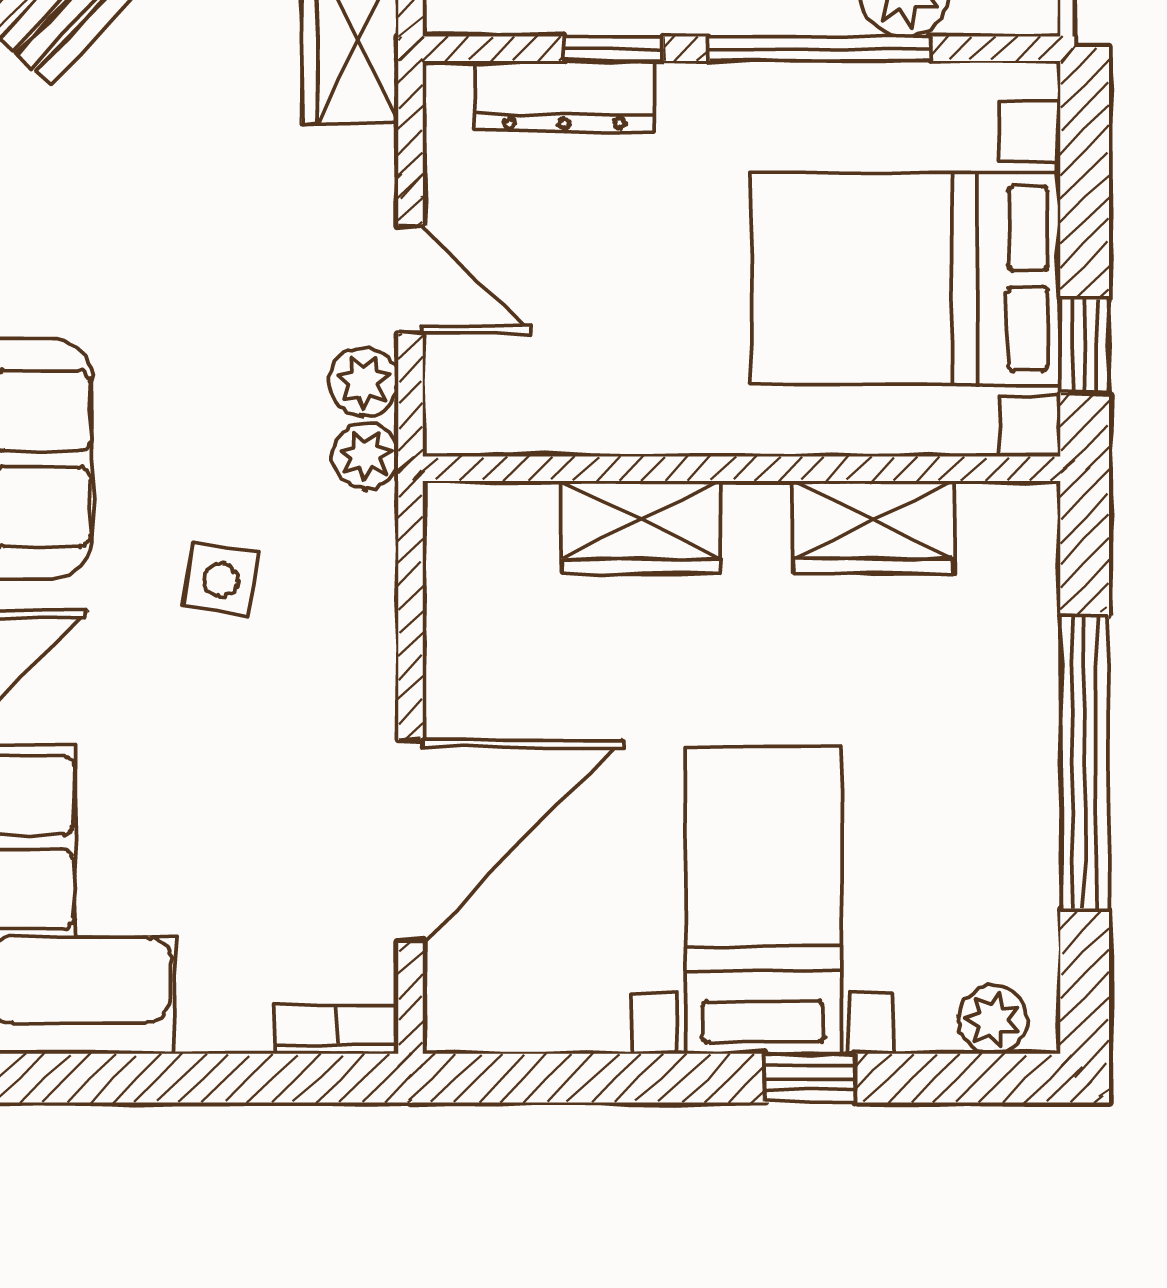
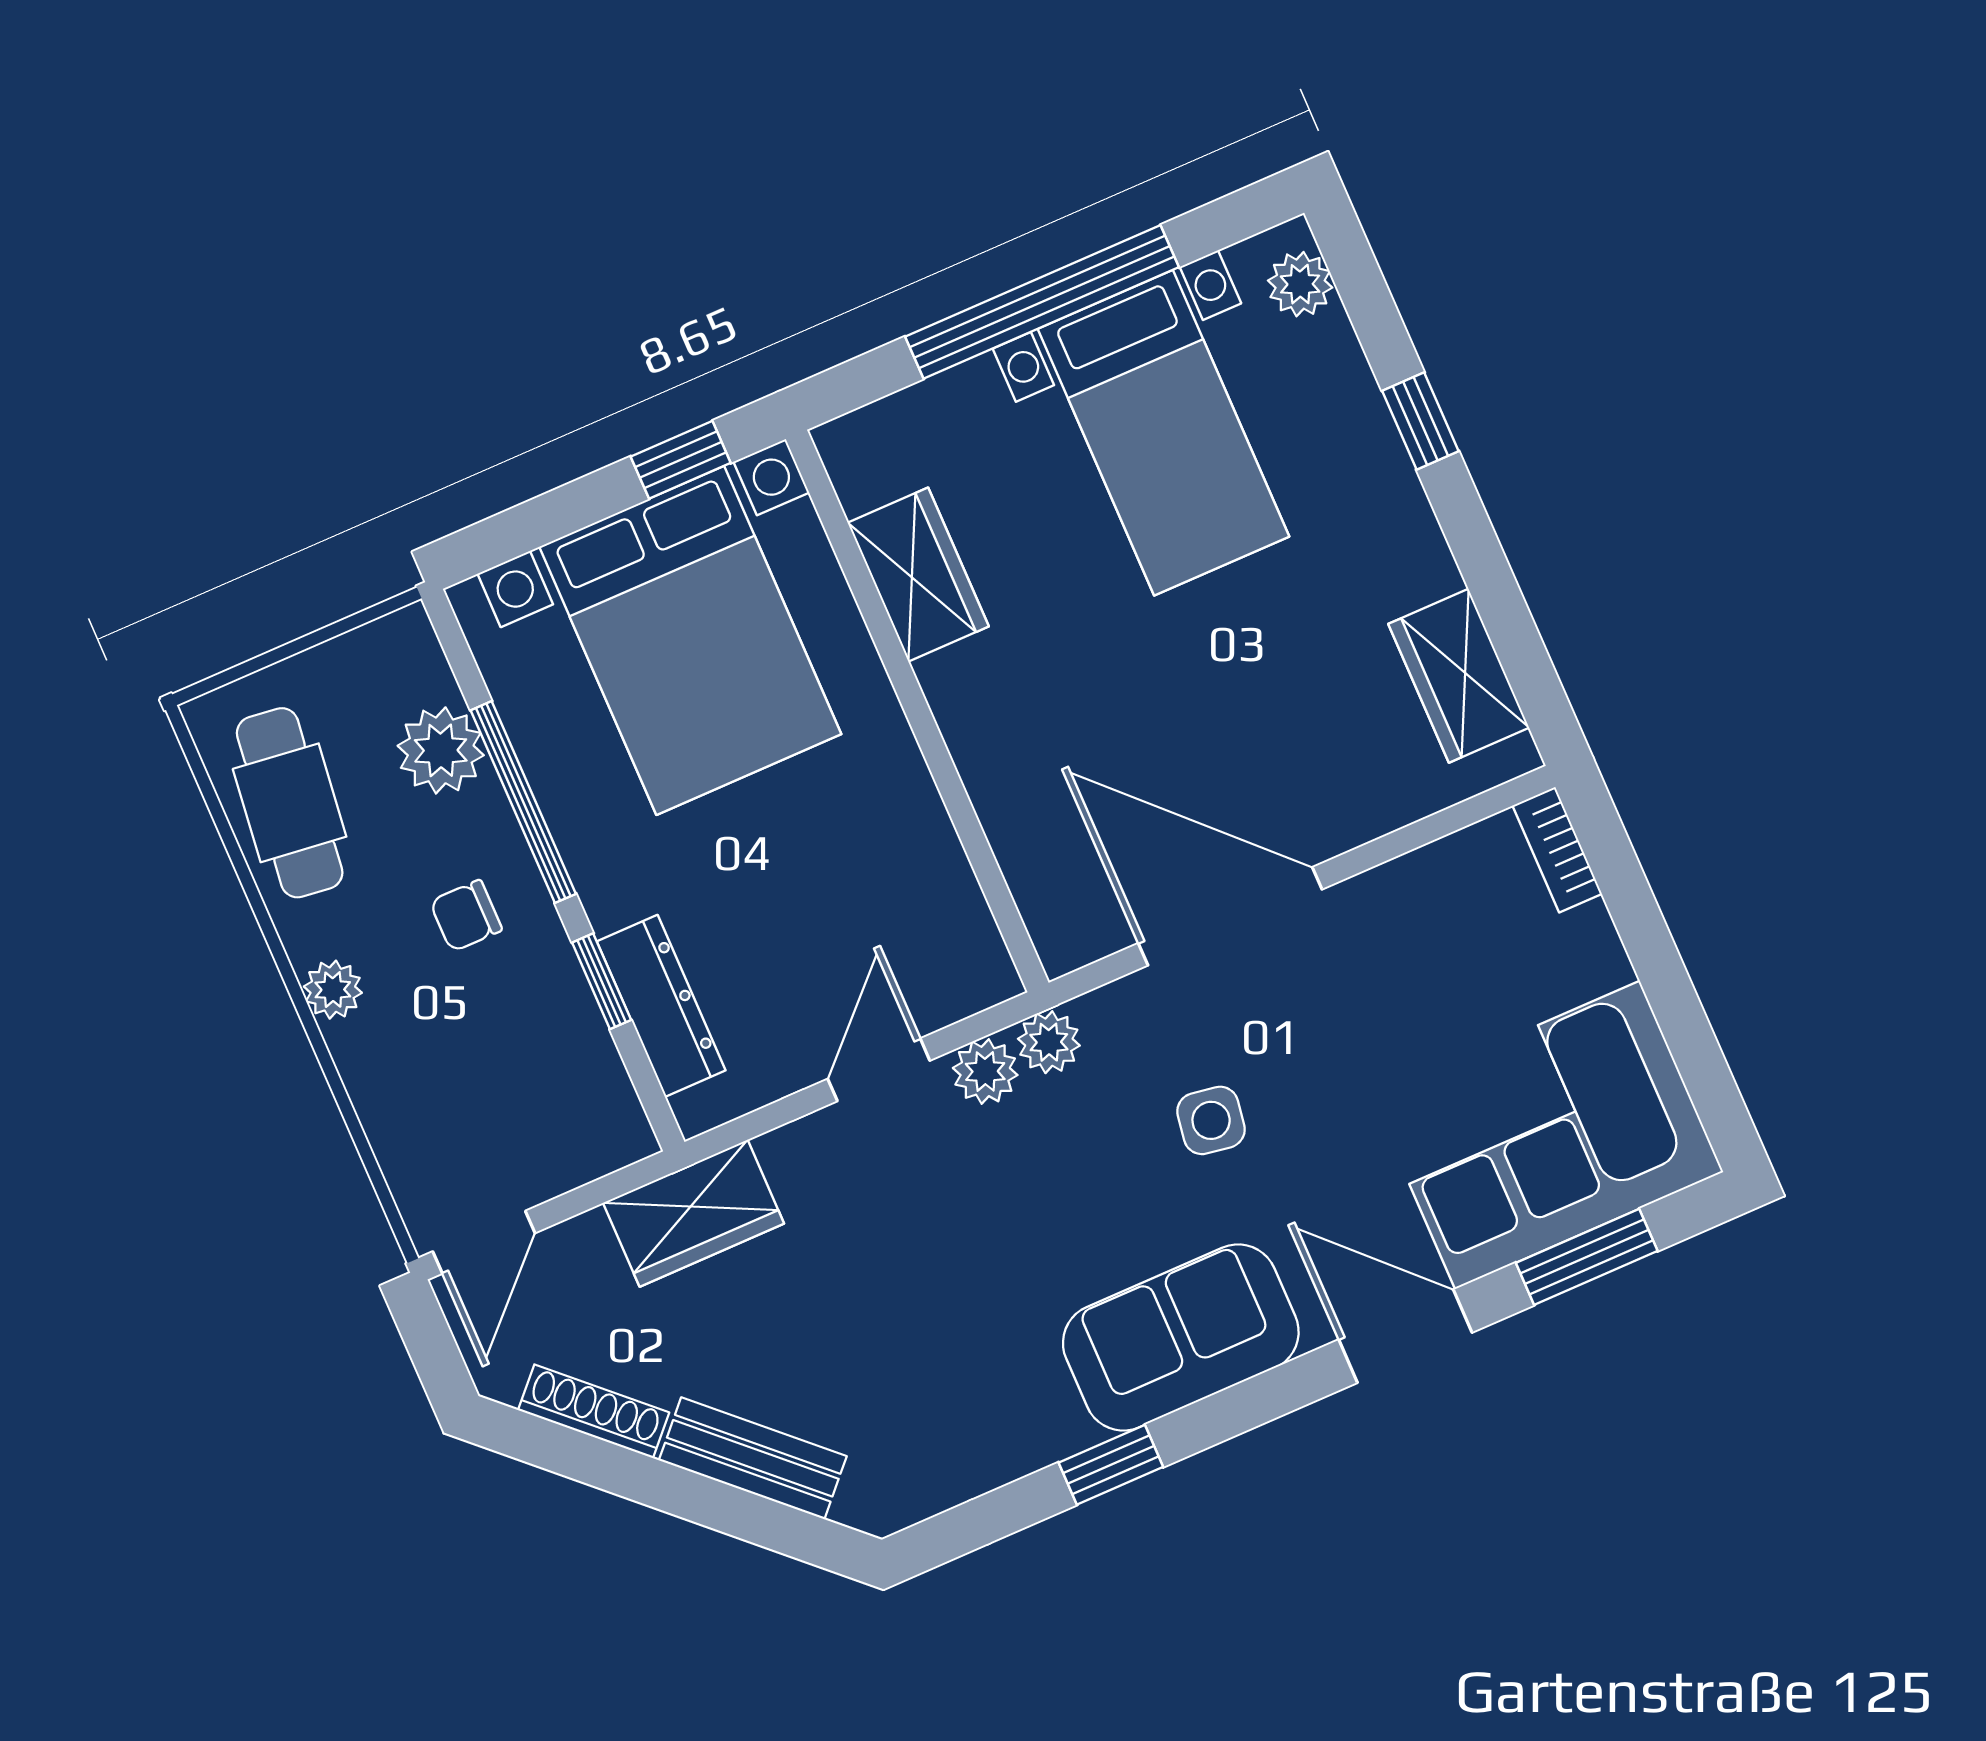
wardrobe: (641, 527) -> (1459, 676), moved, turned 180
door: (410, 841) -> (1230, 916), moved
bed with nightstands: (763, 900) -> (1164, 433), moved, turned -90

